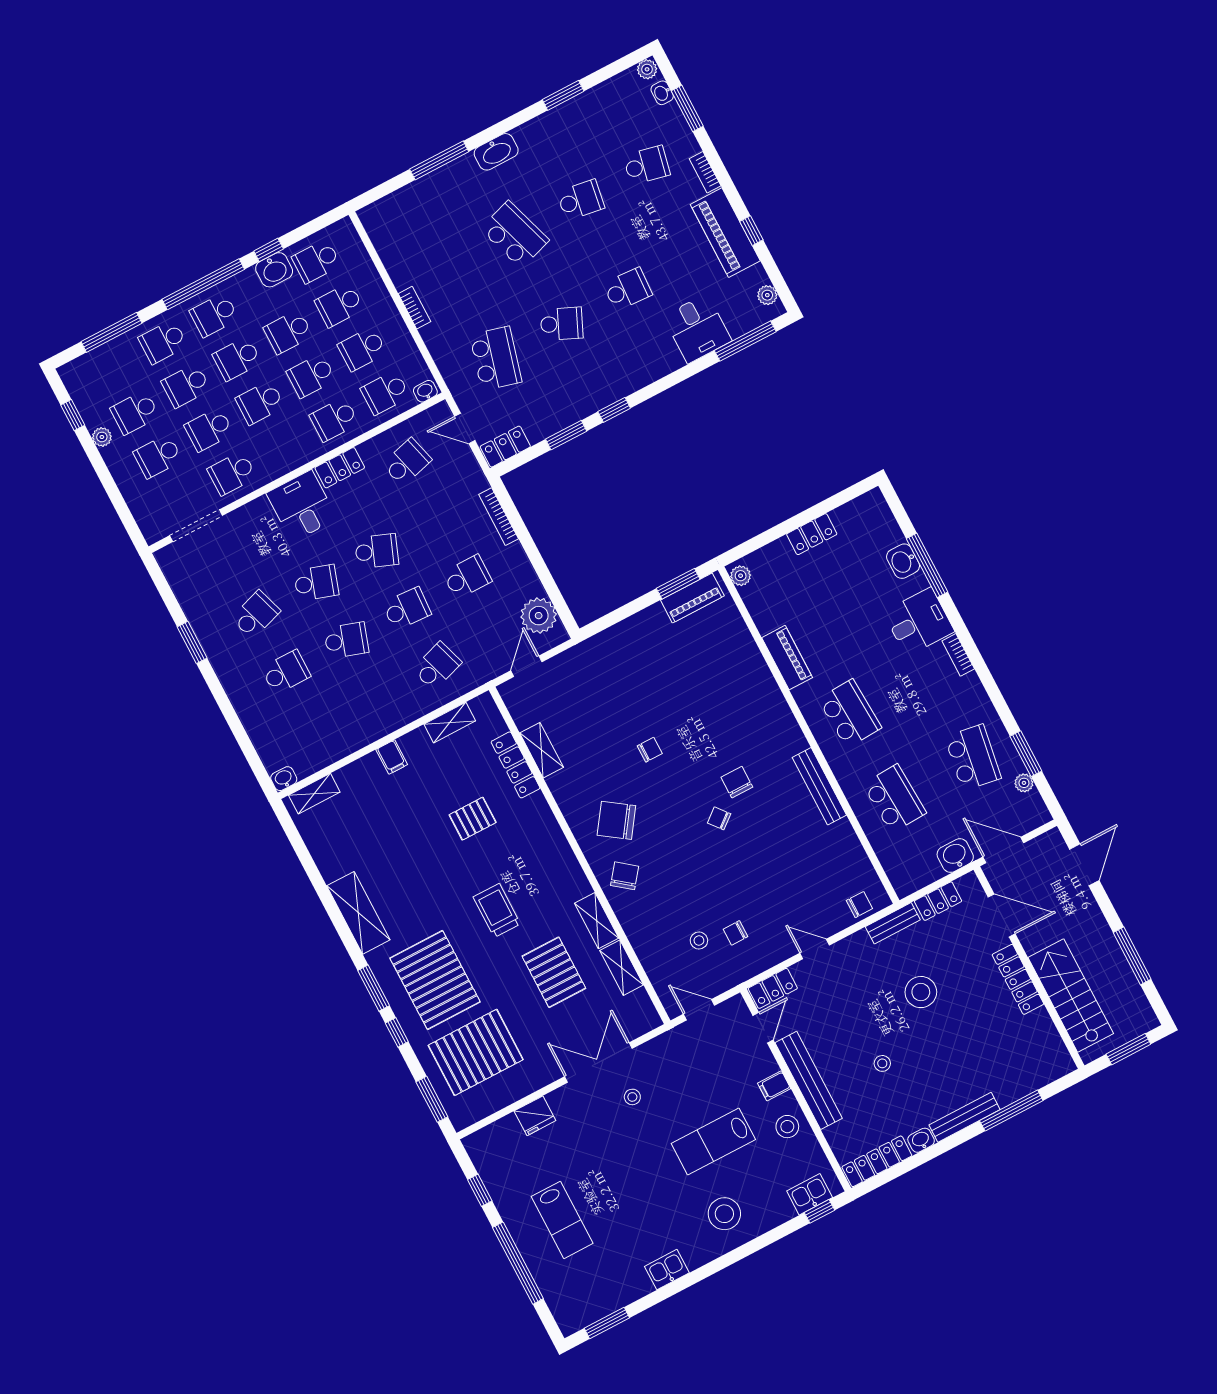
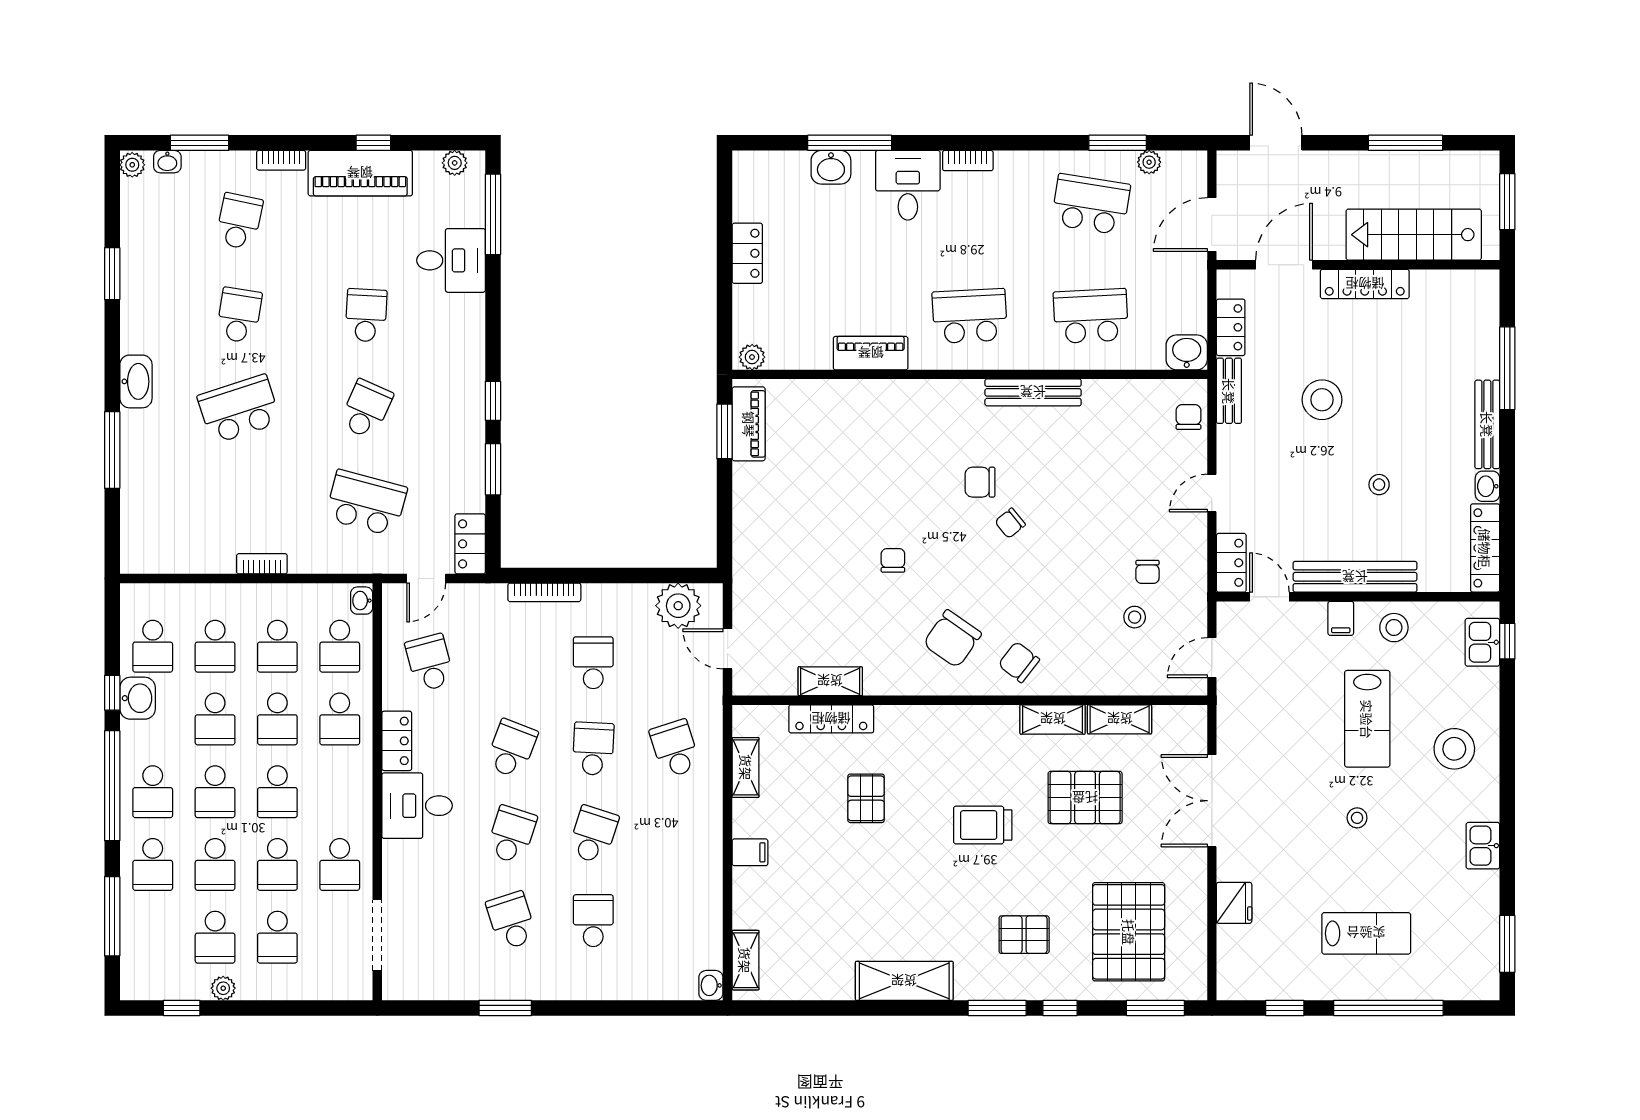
washbasin: (955, 856) -> (1187, 352), moved, turned 90
pallet: (435, 980) -> (1024, 935), width x0.49, depth x0.50
stool: (632, 1097) -> (1357, 818), moved

